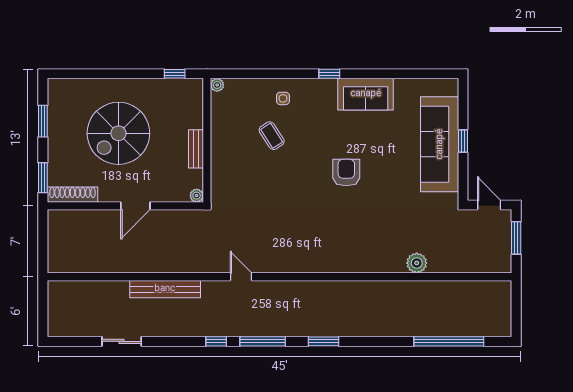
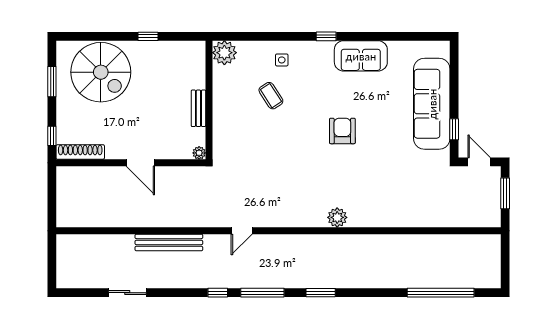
window: (175, 74) -> (148, 36), moved
plant: (217, 85) -> (224, 53), width x1.88, depth x1.88
spiral stairs: (118, 133) -> (101, 72), moved, turned -90
window: (463, 141) -> (454, 129), moved
window: (43, 178) -> (52, 136), width x0.67
door: (135, 206) -> (140, 163), hinge flipped
plant: (417, 263) -> (337, 217), moved
door: (241, 277) -> (242, 231), swing flipped

